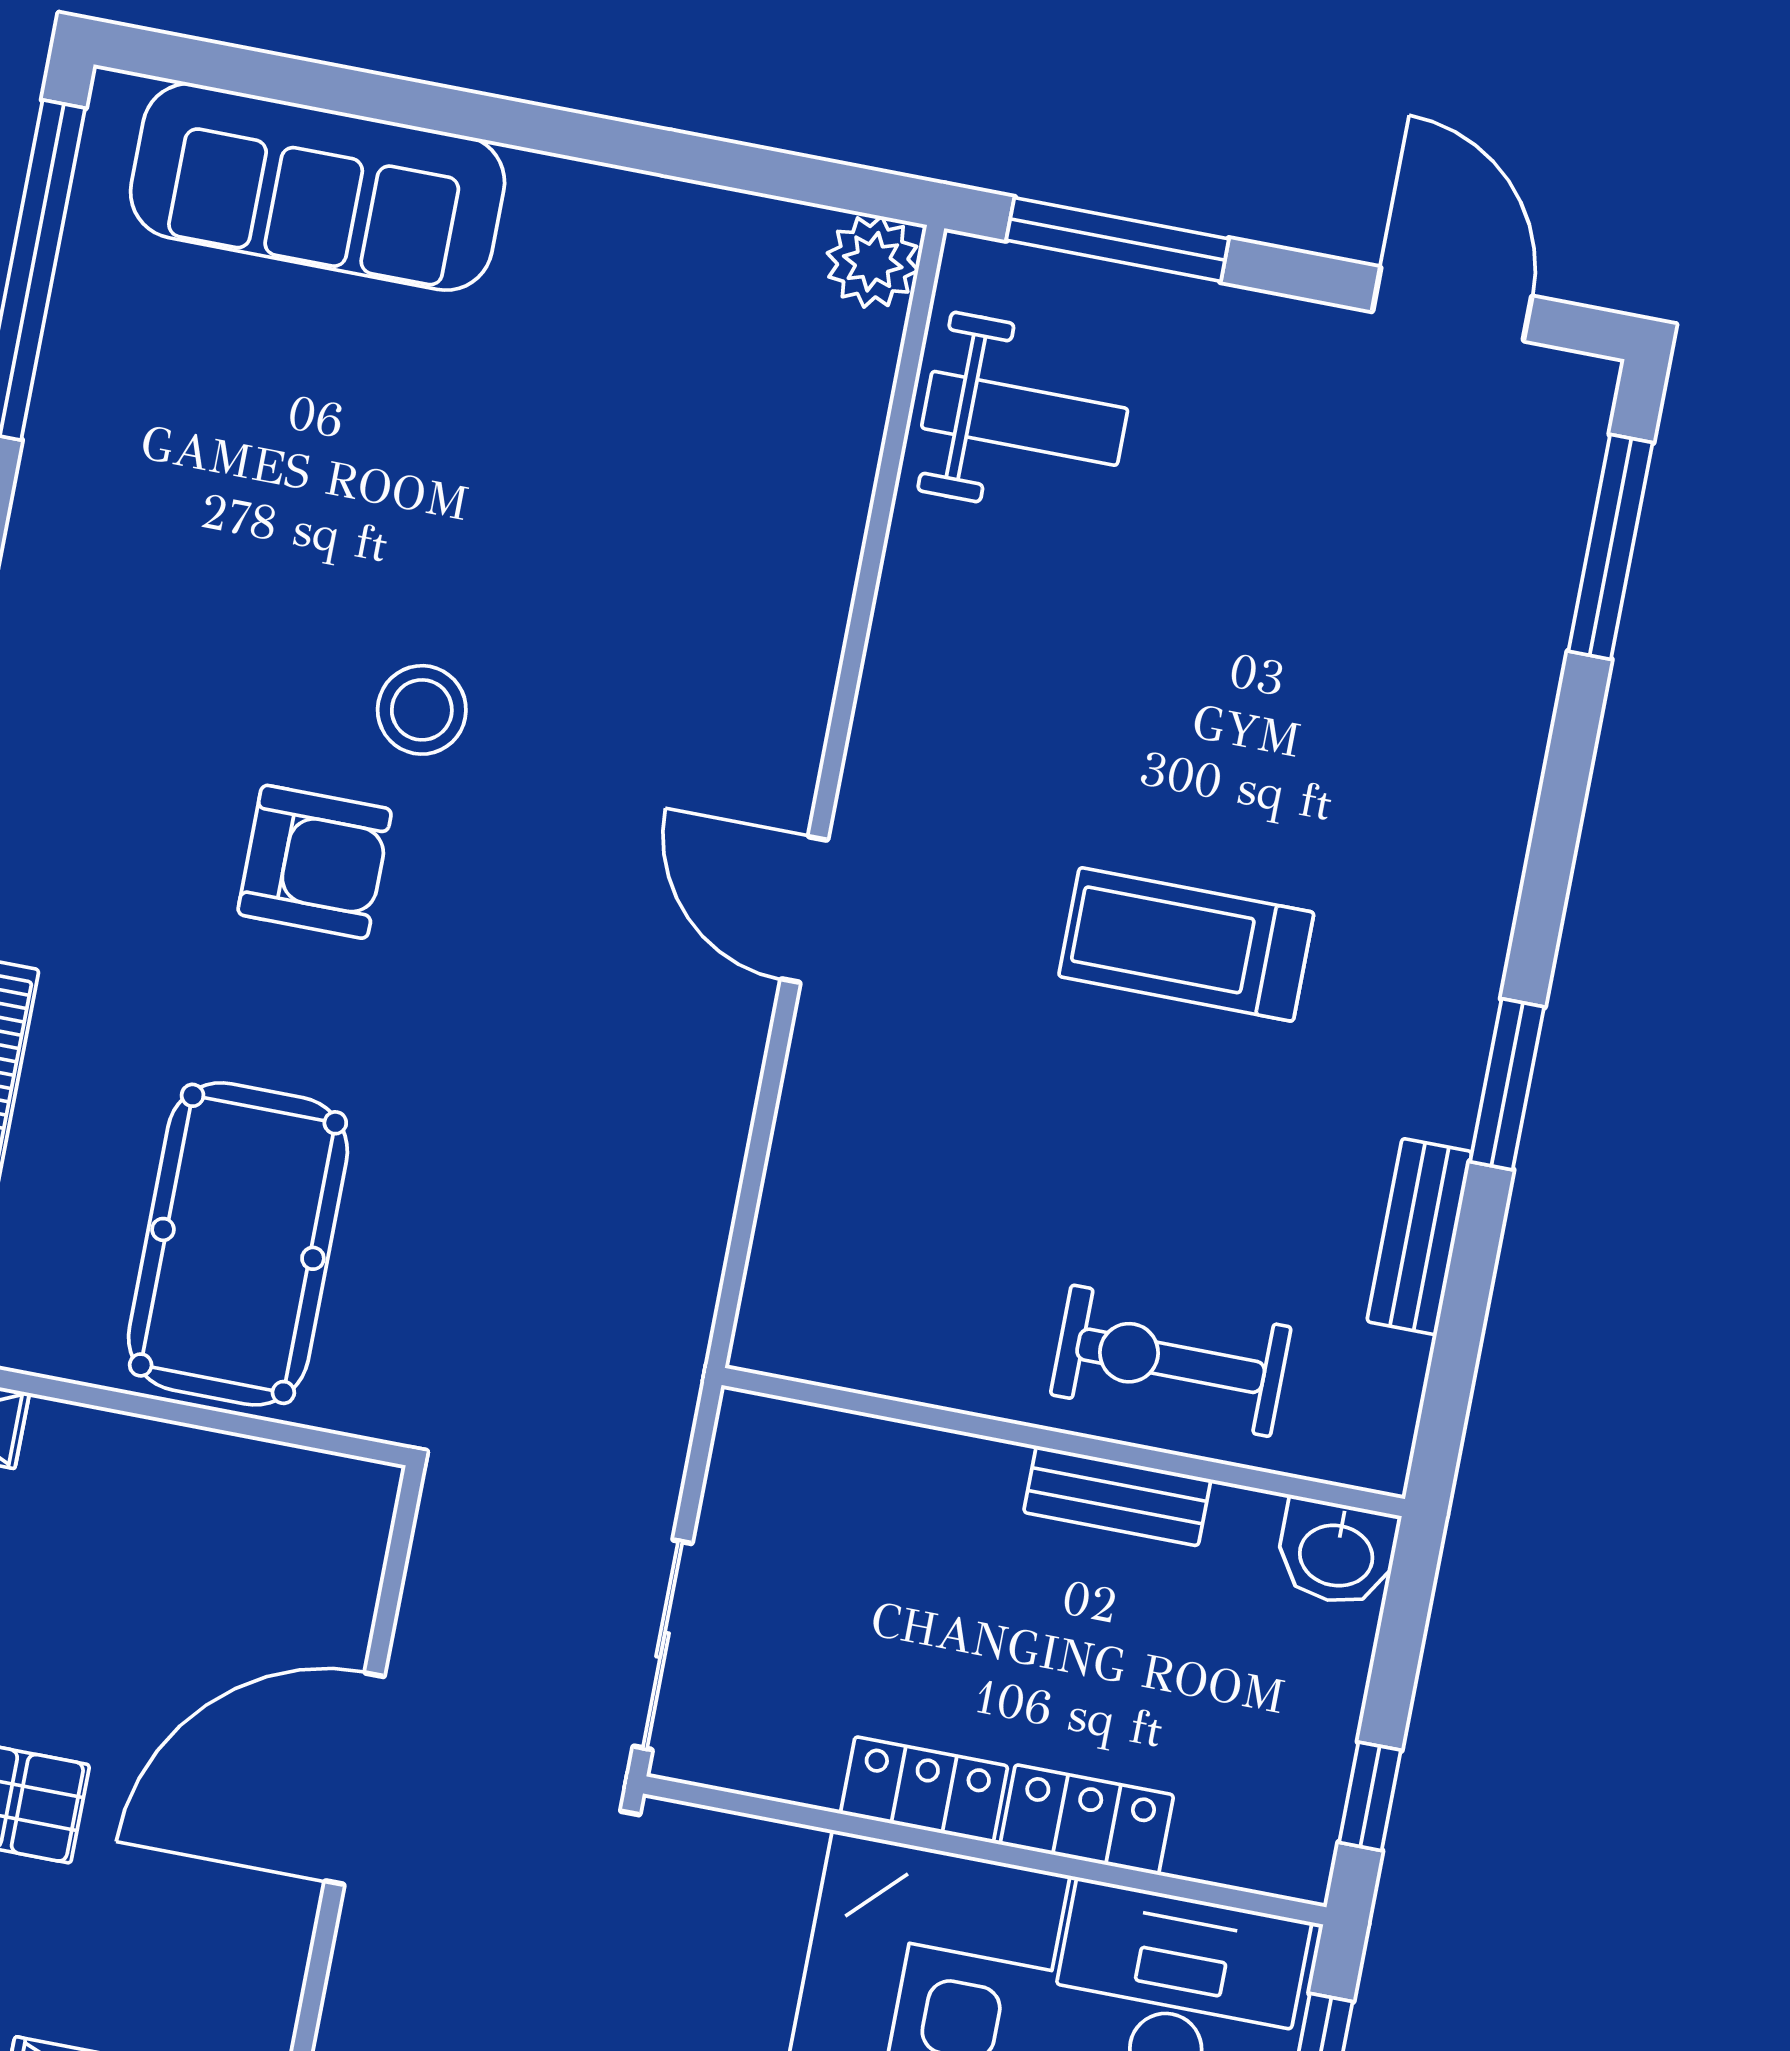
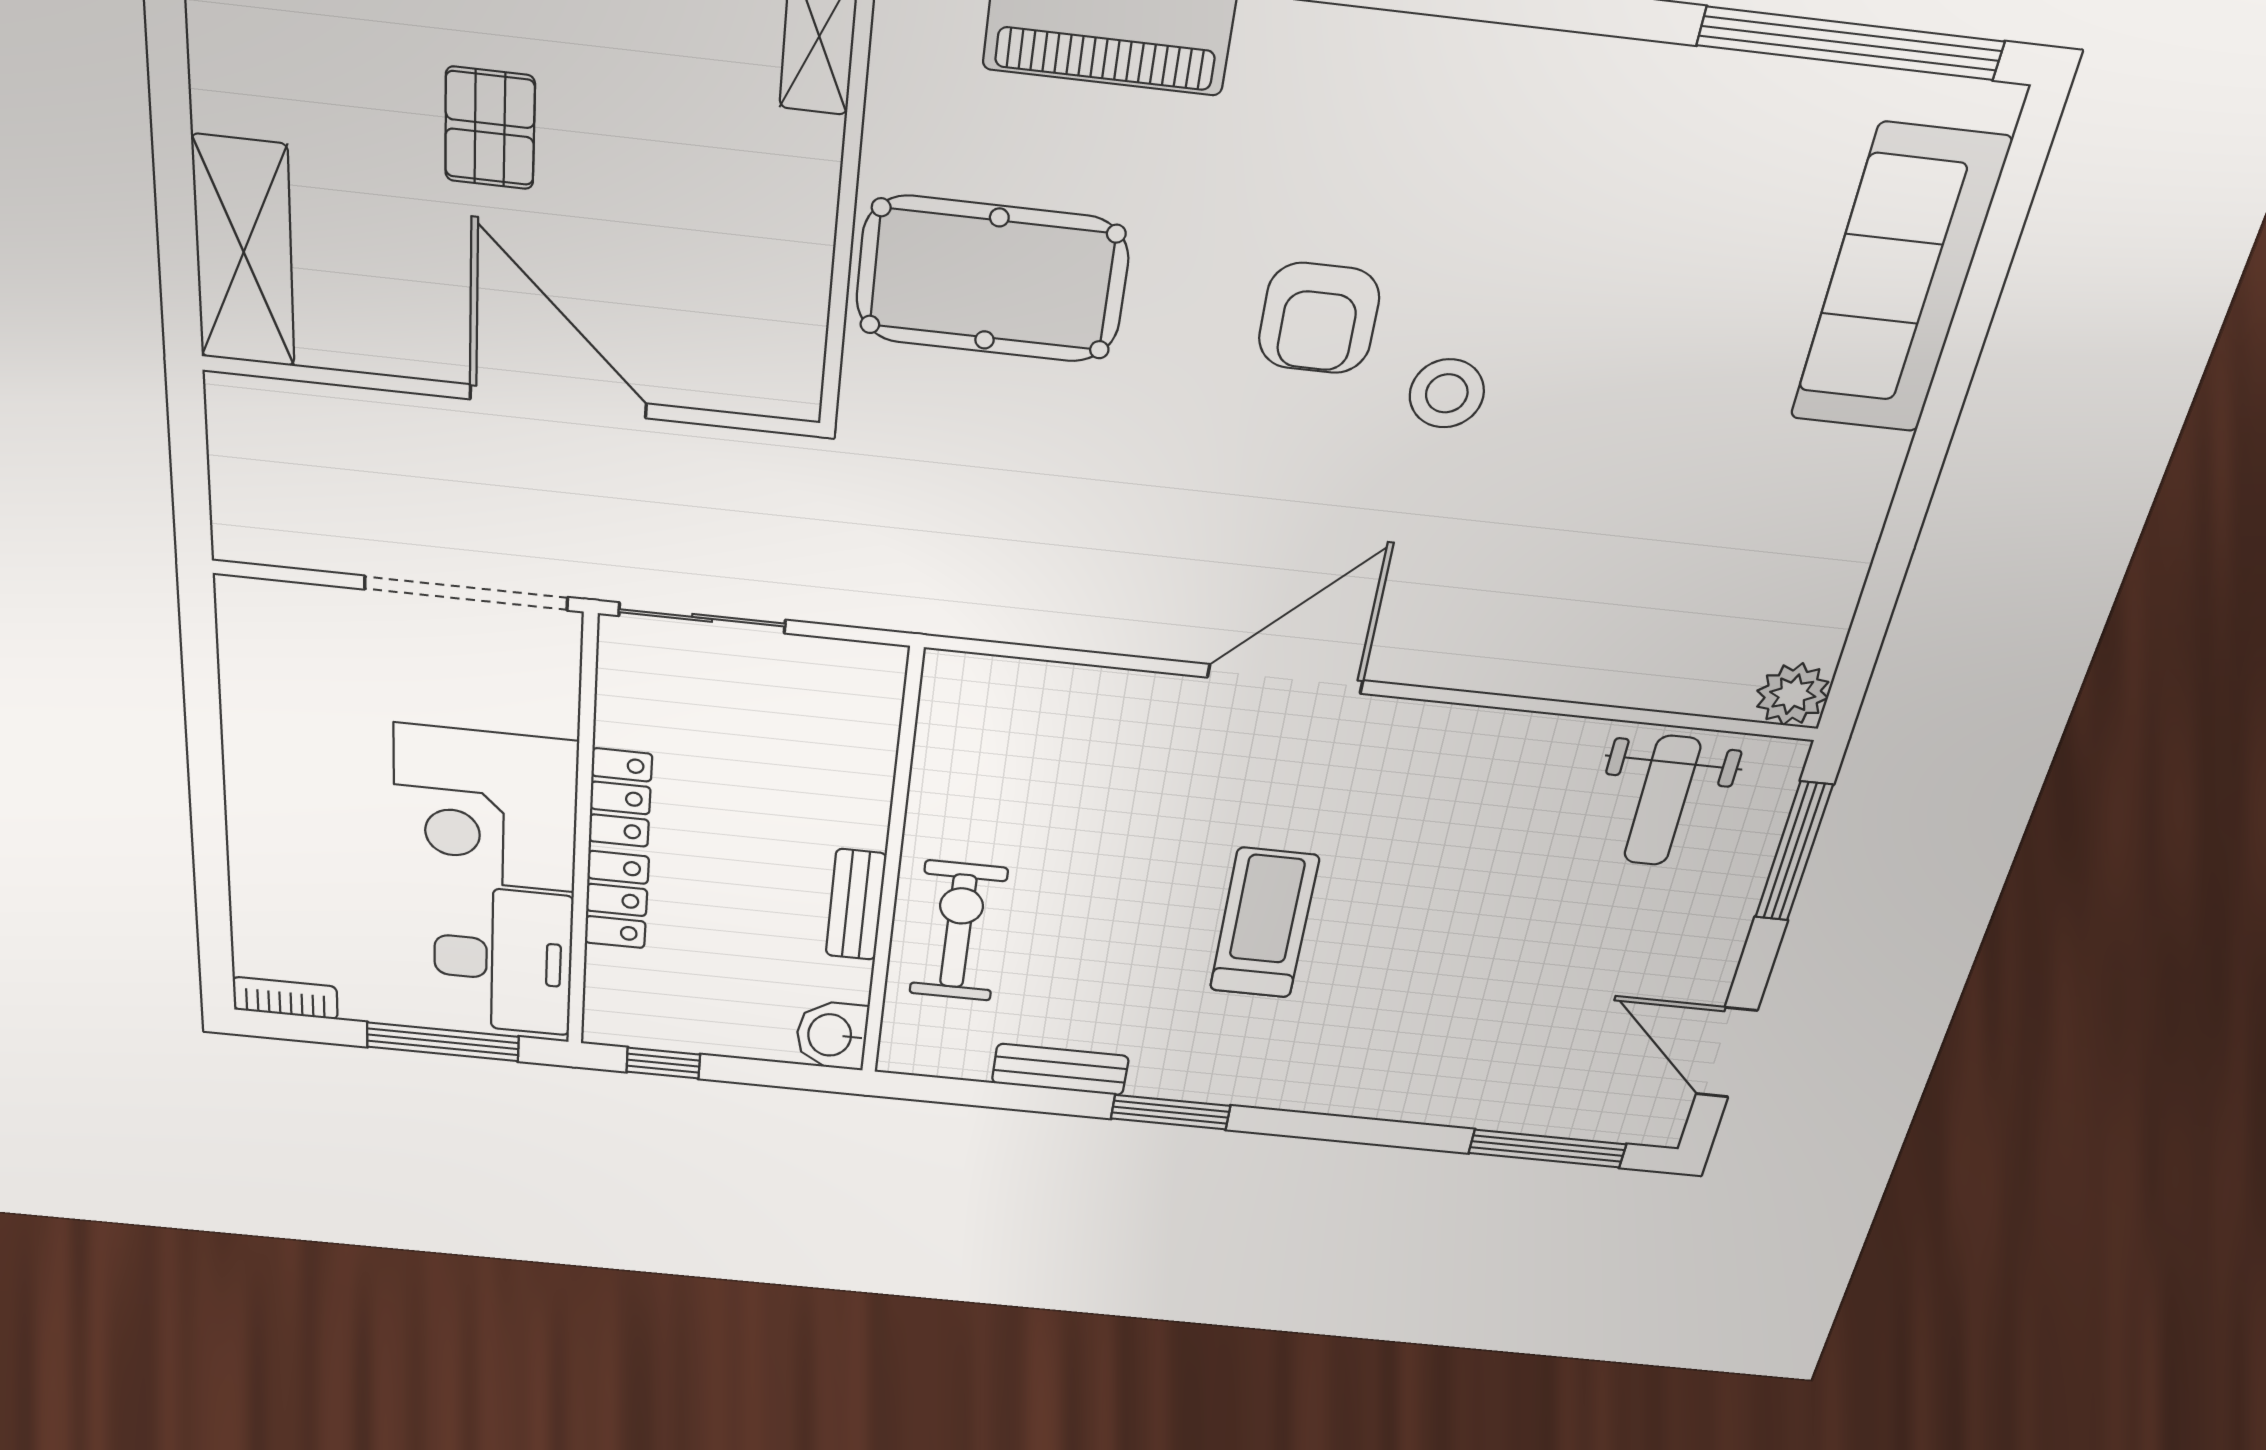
door: (1452, 304) -> (1726, 1052), swing flipped
door: (804, 910) -> (1285, 679), width x1.36

